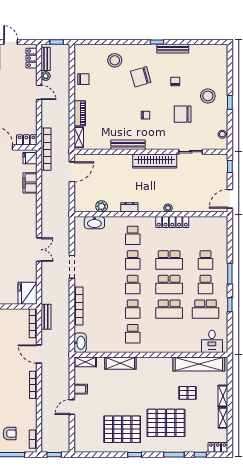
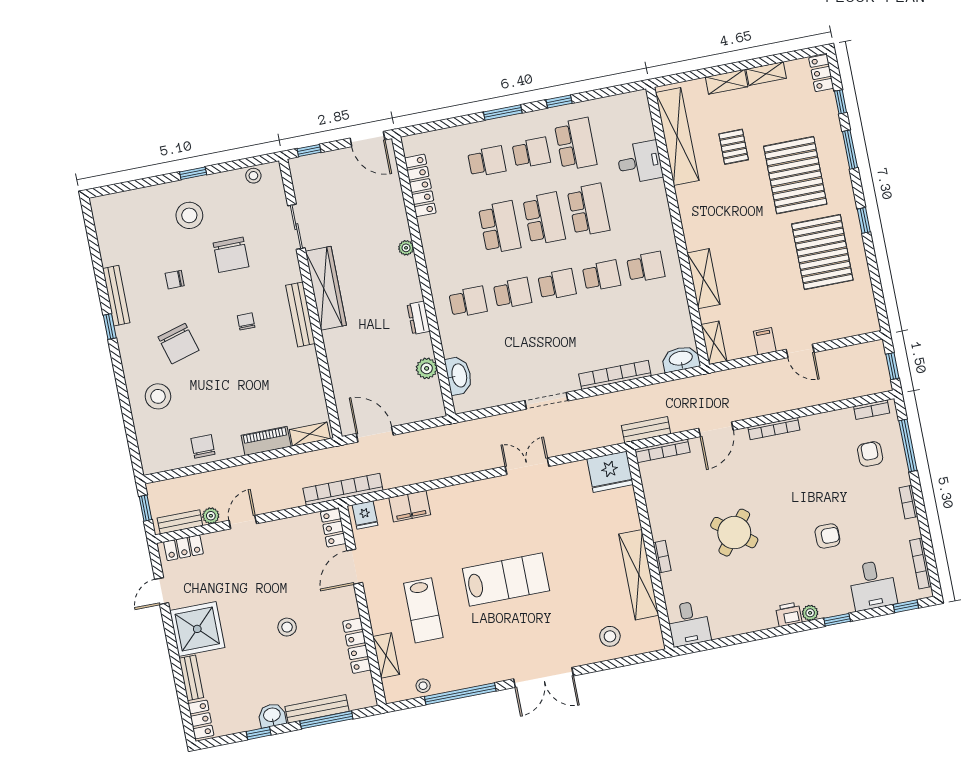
bench: (128, 145) -> (300, 314), moved
locker: (172, 222) -> (420, 185), moved
desk: (212, 341) -> (640, 162), moved

